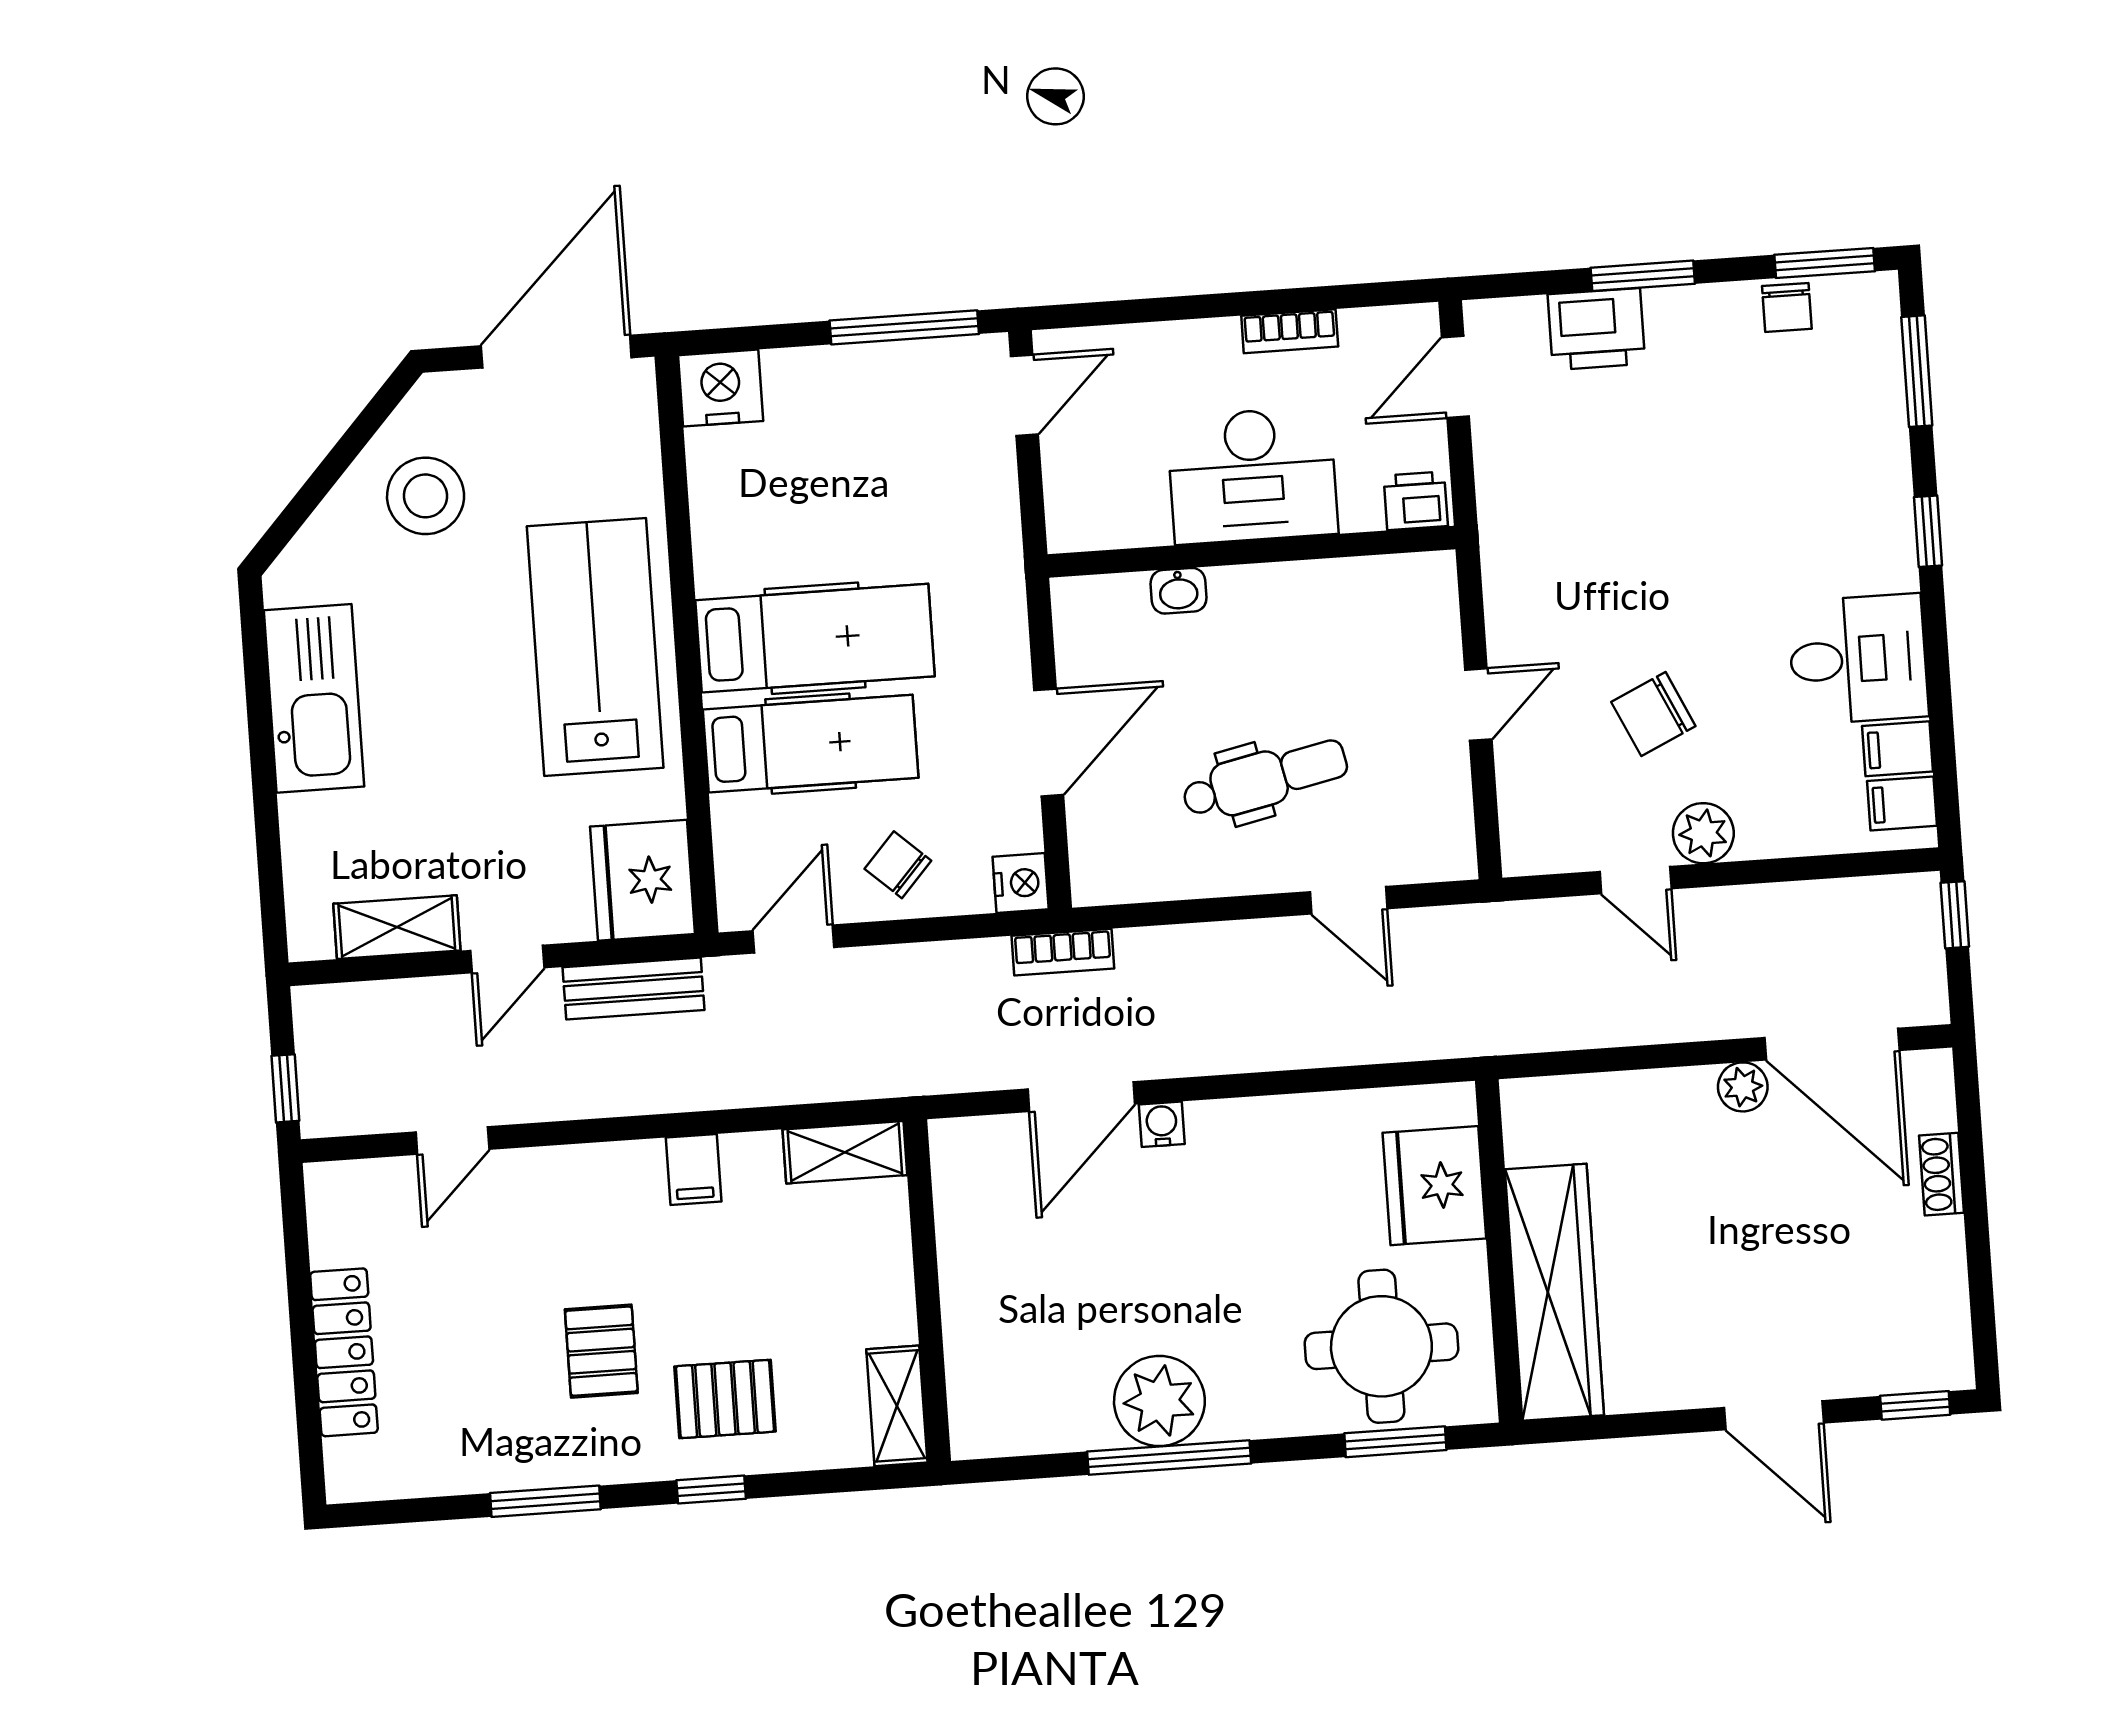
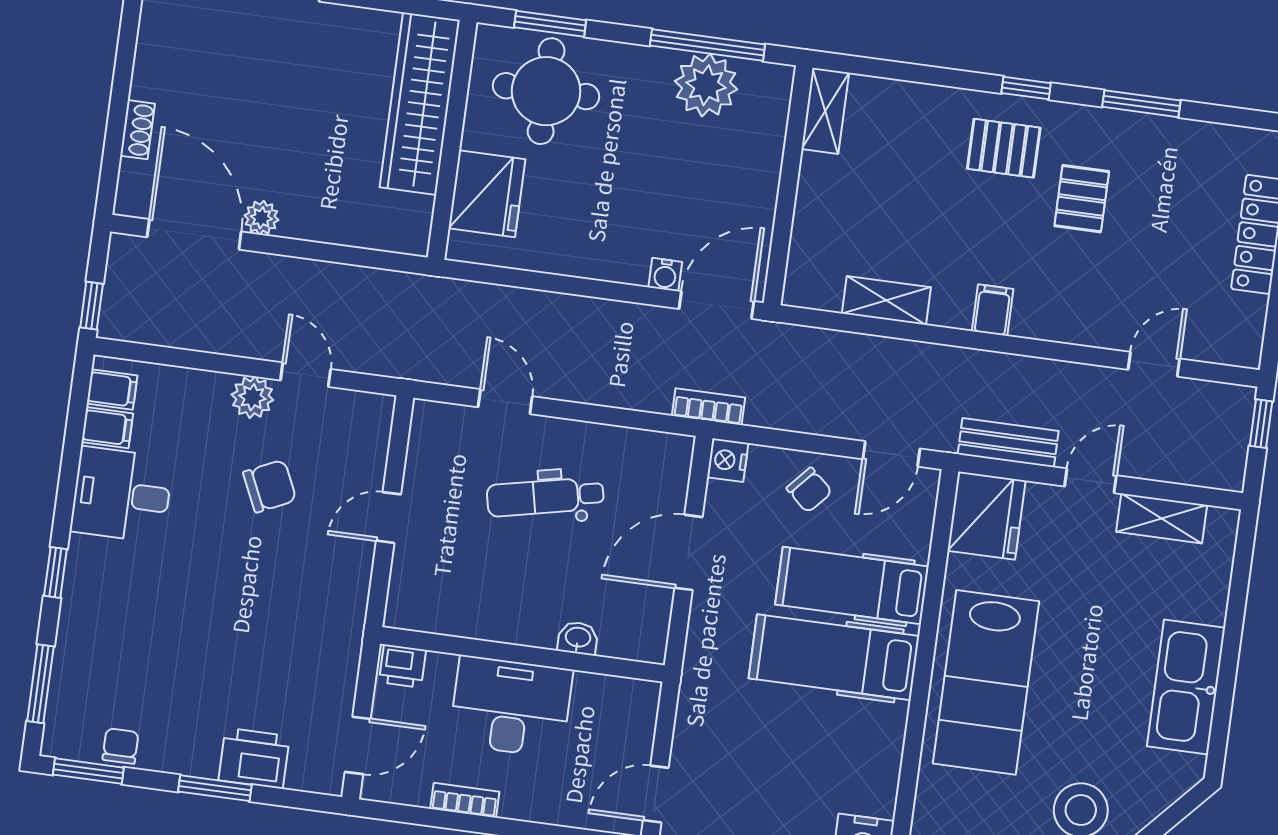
wall: (927, 1291) -> (788, 185), moved
shelving: (897, 1406) -> (825, 111), moved

